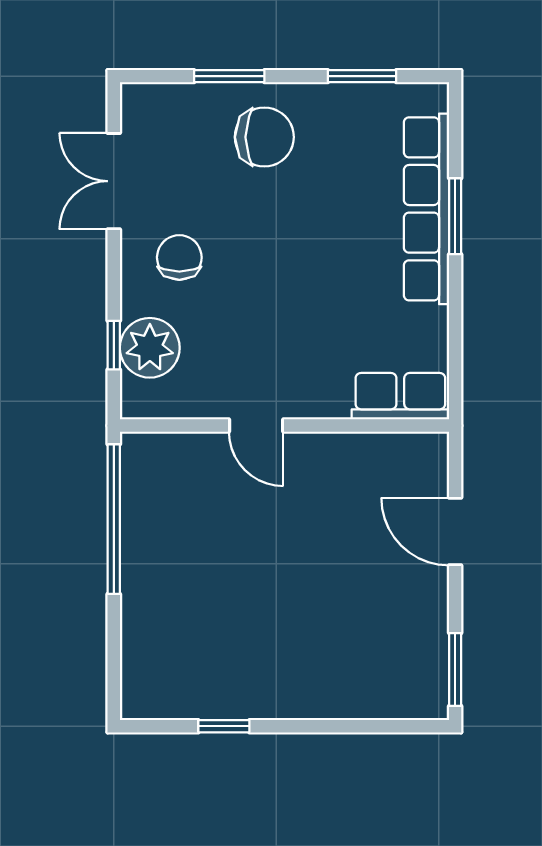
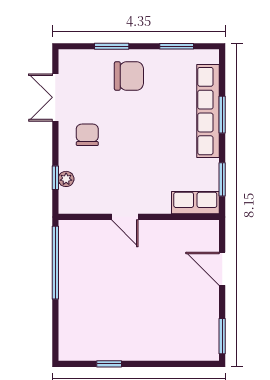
plant: (150, 348) -> (66, 179), width x0.53, depth x0.53
window: (455, 349) -> (222, 179), added

